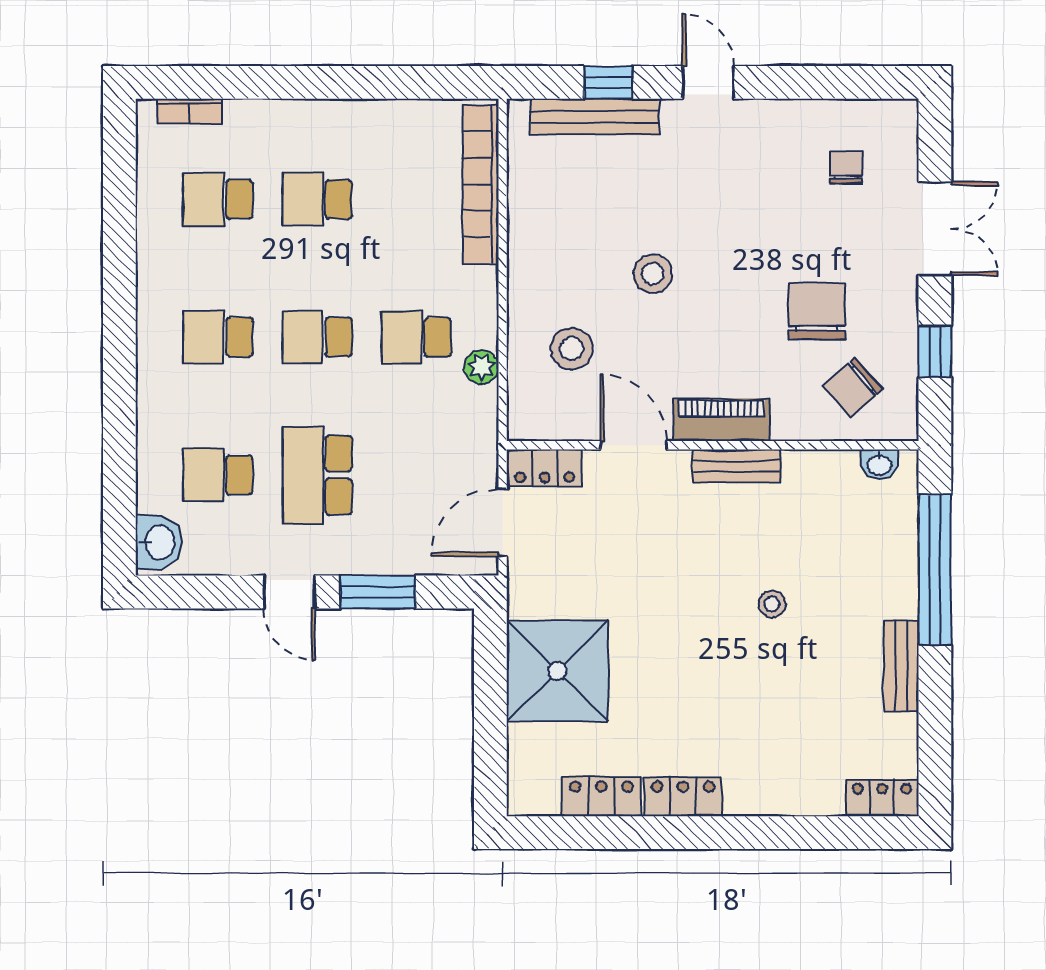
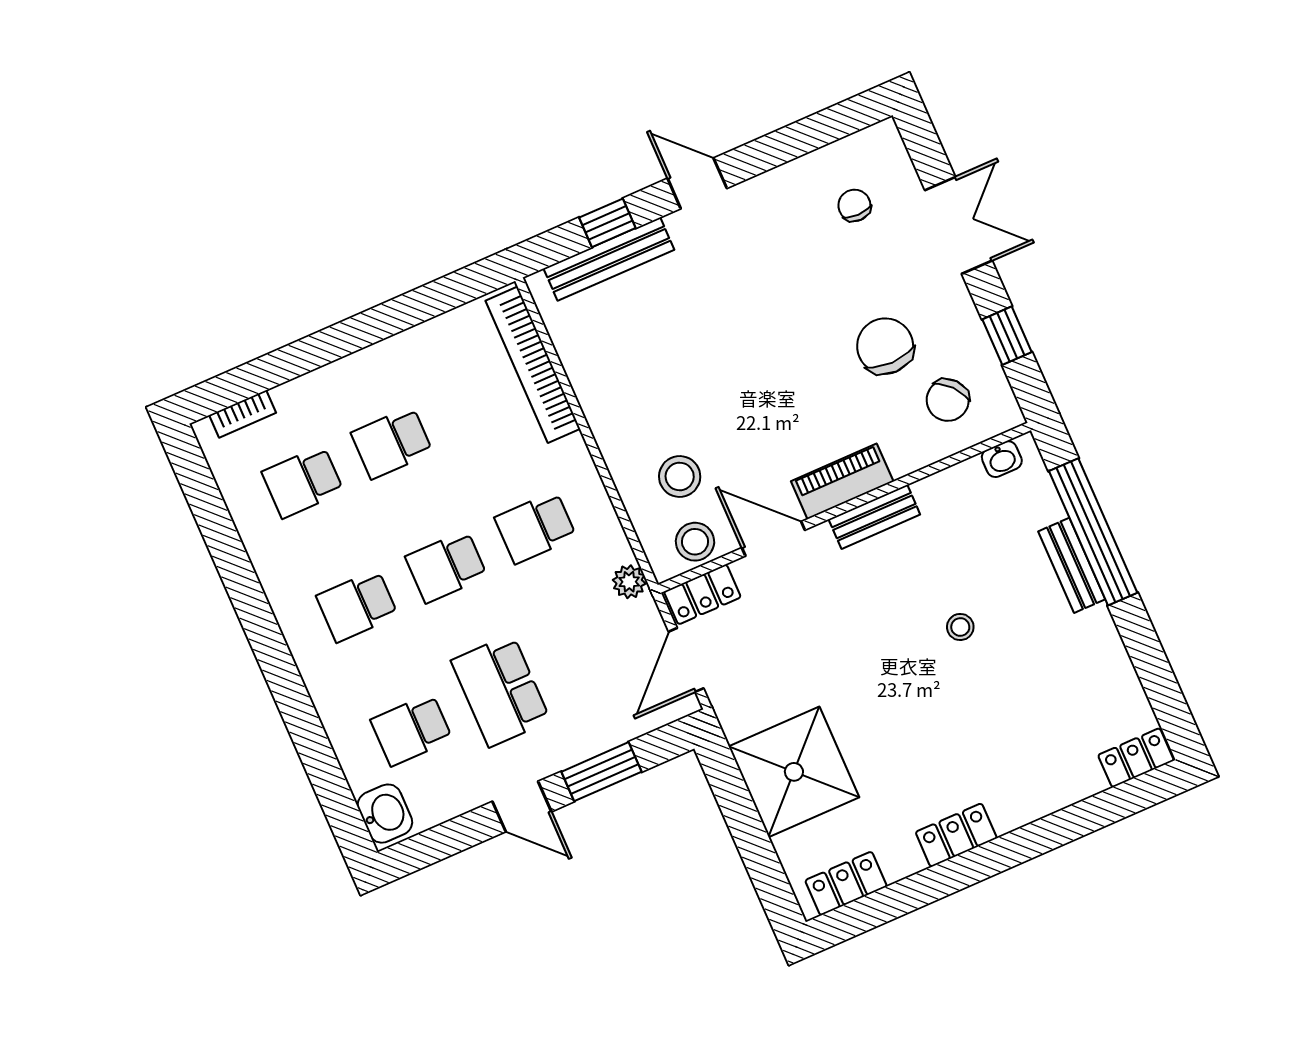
stool: (653, 274) -> (695, 542), moved
plant: (482, 367) -> (629, 582), moved
bench: (901, 666) -> (1072, 565), moved
locker: (601, 796) -> (846, 883), moved

